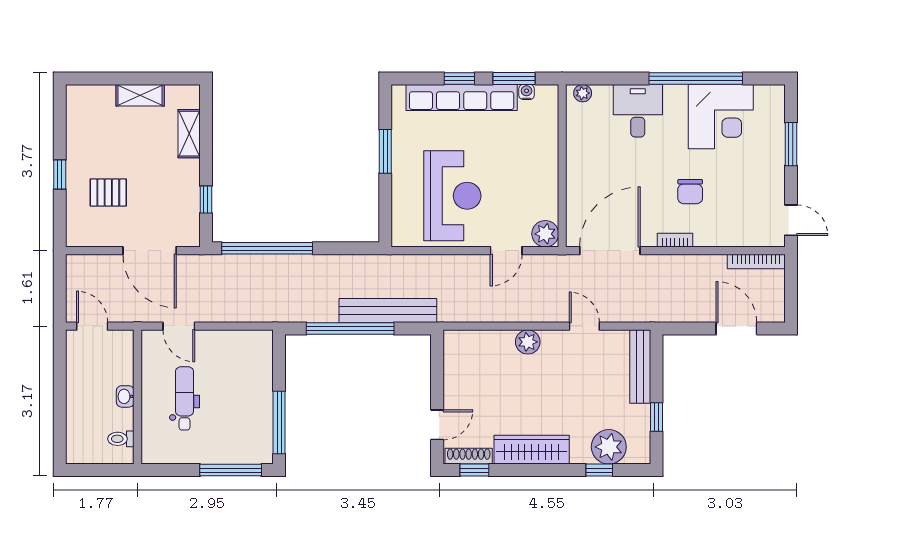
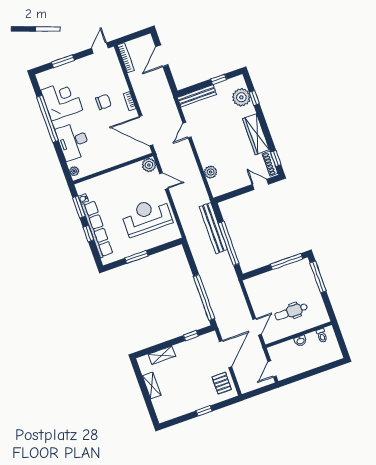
desk: (638, 111) -> (73, 141), width x1.37
pallet: (108, 193) -> (222, 383), moved
plant: (528, 342) -> (211, 172), moved

